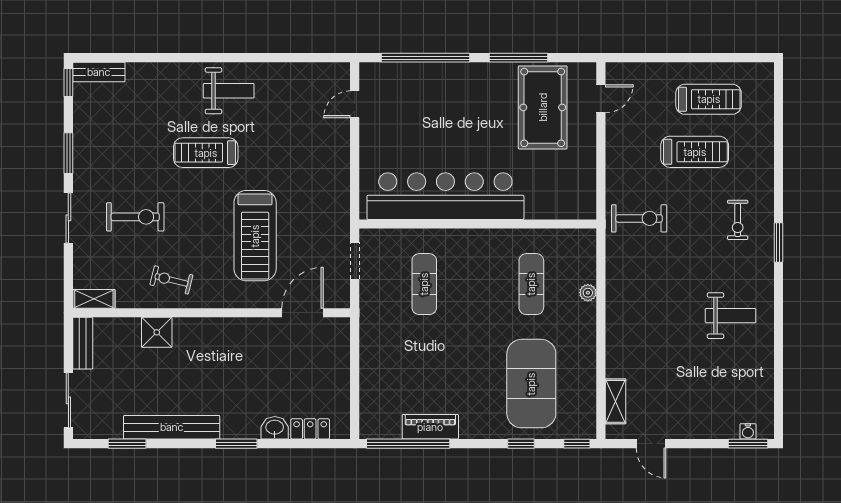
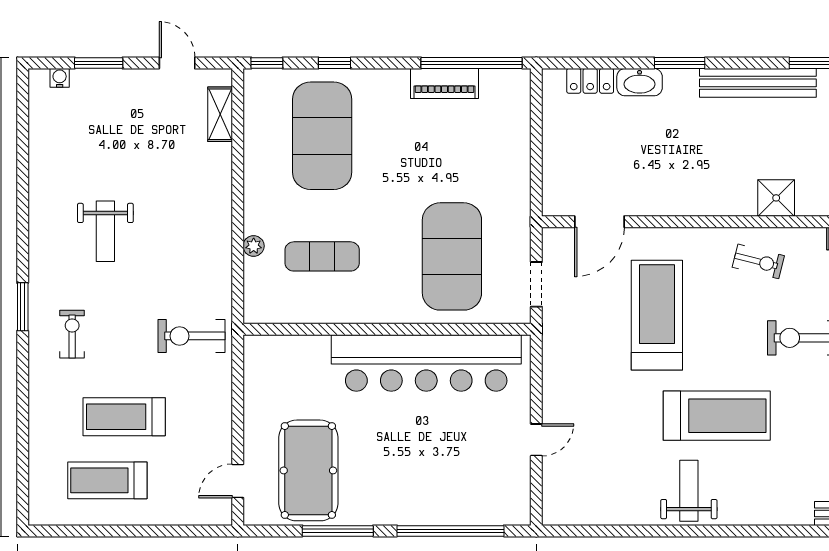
weight bench: (229, 91) -> (689, 491), turned 90
door: (355, 104) -> (536, 440), moved
treadmill: (206, 153) -> (717, 416), width x1.37, depth x1.38
exercise mat: (424, 284) -> (452, 256), width x2.00, depth x1.45
exercise mat: (531, 284) -> (322, 256), turned 90
weight bench: (731, 316) -> (105, 231), moved, turned -90
washbasin: (275, 428) -> (640, 82), width x1.38
window: (748, 444) -> (99, 63), moved

